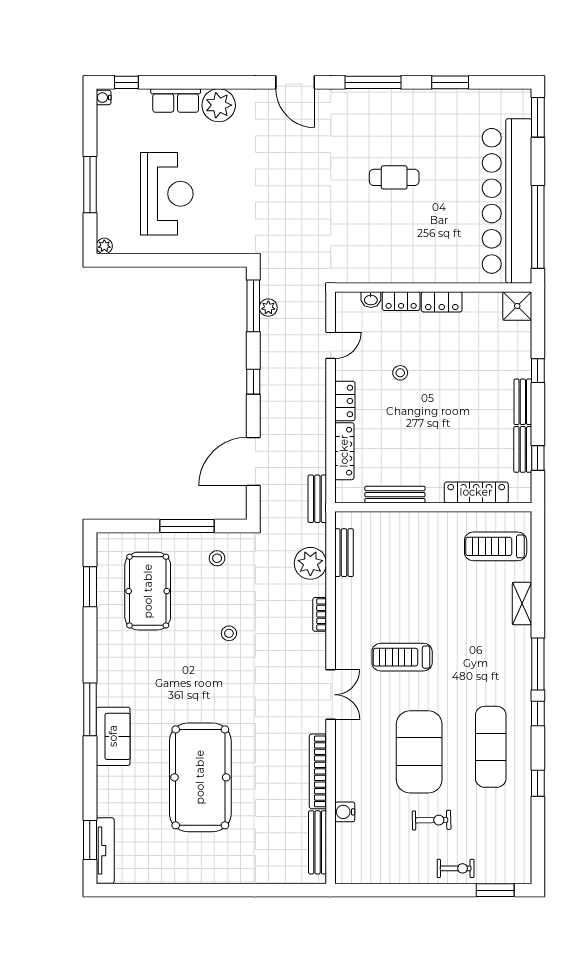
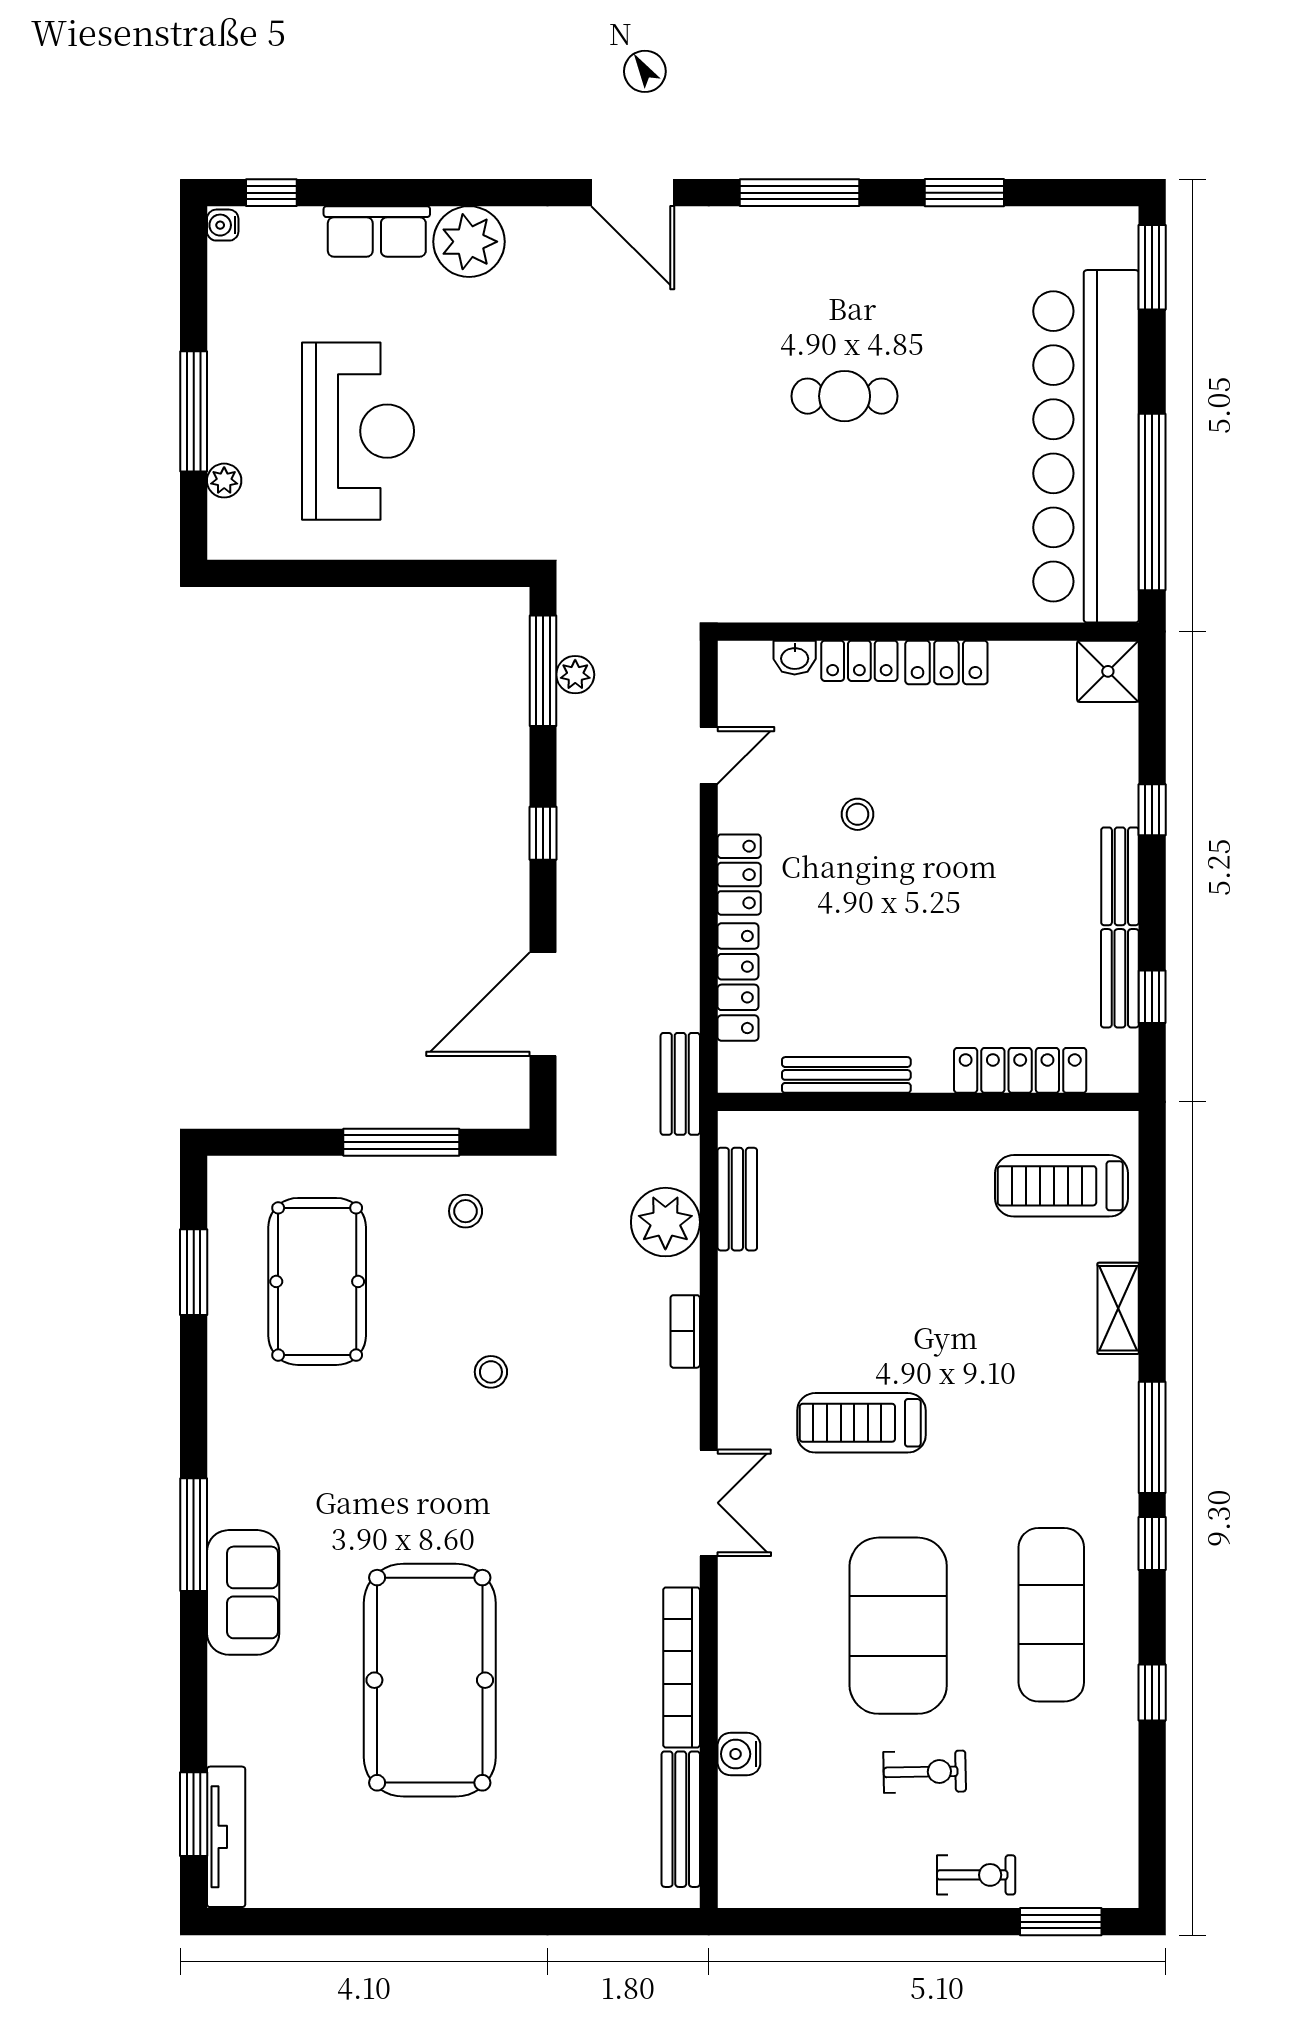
plant: (104, 246) -> (224, 481), moved

